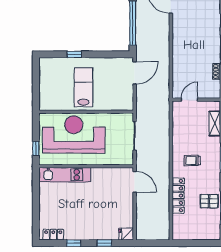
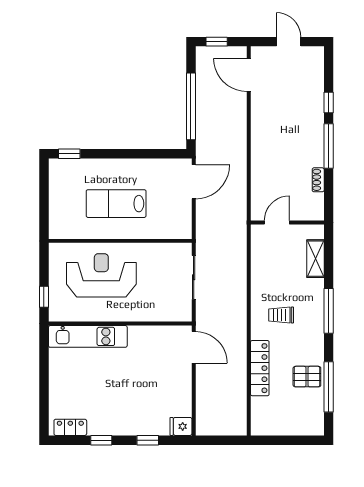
window: (74, 54) -> (69, 154), moved
lab bench: (83, 87) -> (116, 204), turned -90
reception desk: (74, 134) -> (101, 275), width x0.74, depth x0.77

